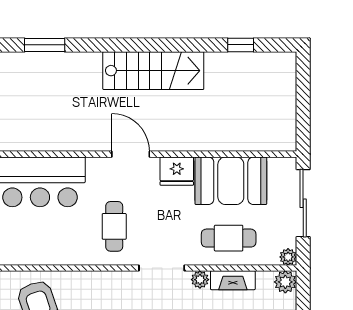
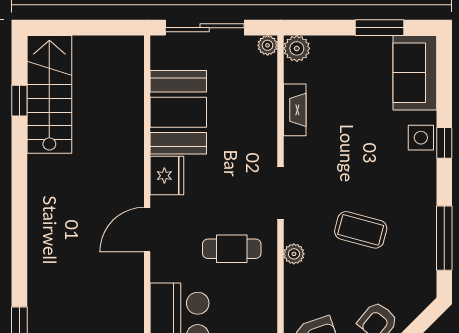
stairs: (153, 71) -> (49, 94), moved
cafe table: (229, 238) -> (245, 115), removed
plant: (200, 280) -> (294, 254), moved

